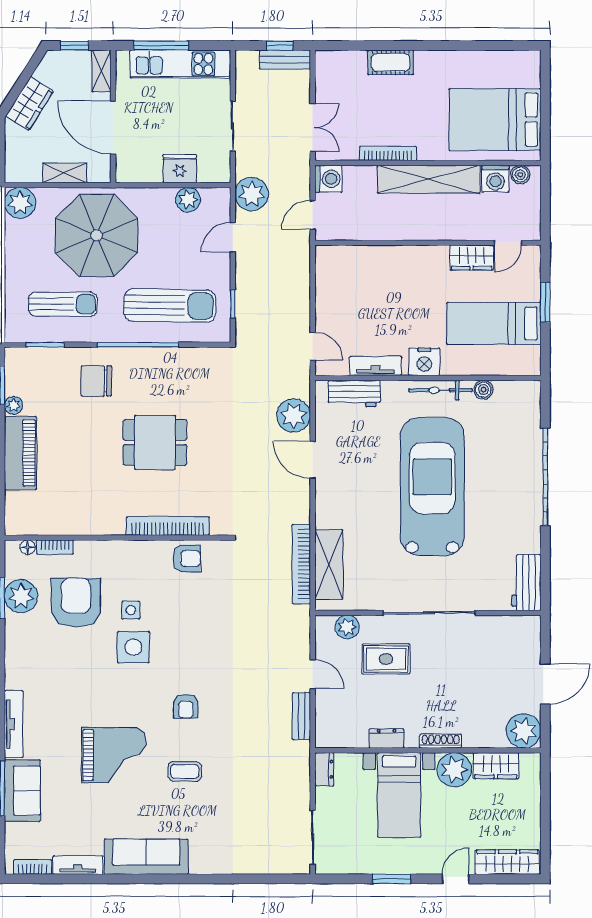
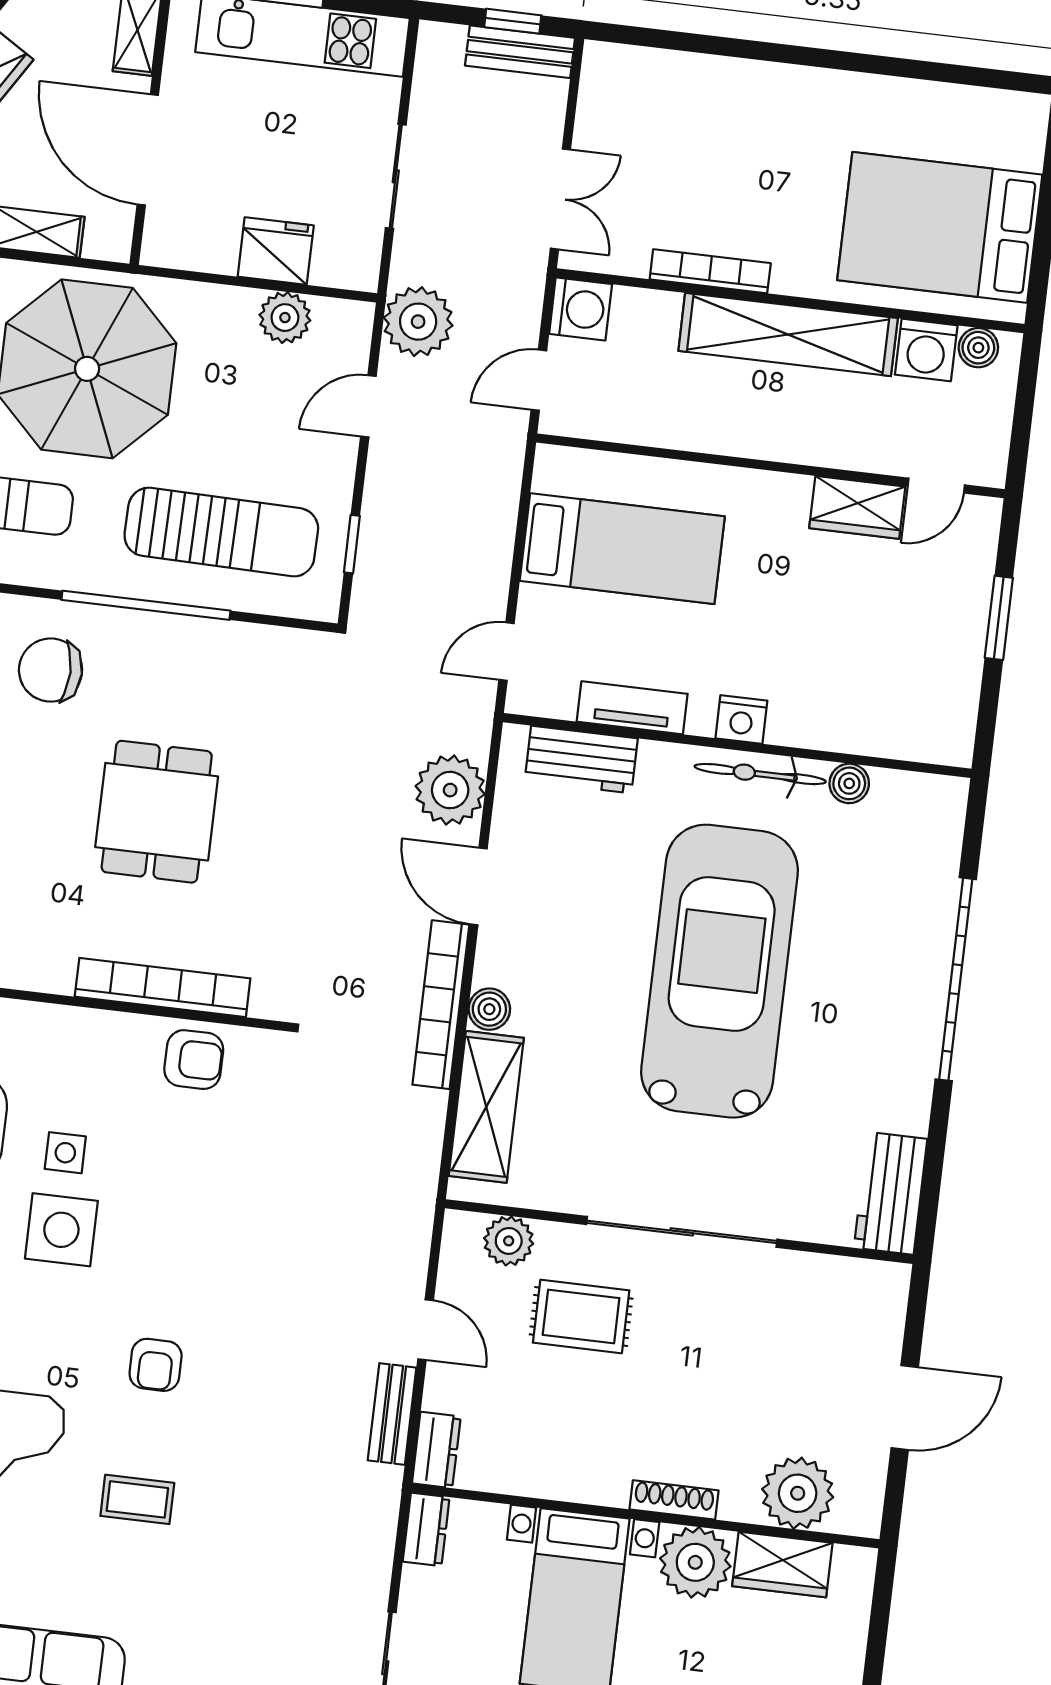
cot: (391, 62) -> (738, 83), removed
bed: (494, 323) -> (622, 549), moved, turned 180
door: (313, 346) -> (506, 651), swing flipped
nightstand: (424, 362) -> (741, 719), width x0.74, depth x0.75
dining table: (155, 442) -> (157, 812), turned 90
boiler: (325, 518) -> (489, 1009), added
bookcase: (301, 564) -> (441, 1005), moved
plant: (524, 731) -> (798, 1493), moved
dresser: (387, 738) -> (436, 1450), moved, turned 90

